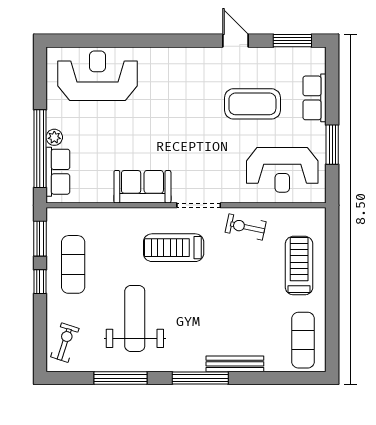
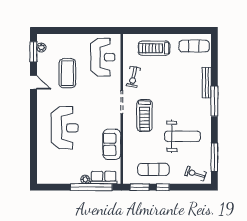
door: (235, 41) -> (33, 82), swing flipped
plant: (300, 55) -> (41, 47), added
reception desk: (98, 76) -> (65, 128), moved, turned 180
row of seats: (315, 98) -> (64, 40), removed
window: (332, 145) -> (89, 30), removed
sofa: (142, 187) -> (112, 144), moved
weight bench: (135, 319) -> (182, 136), turned 180
window: (121, 378) -> (214, 157), moved

